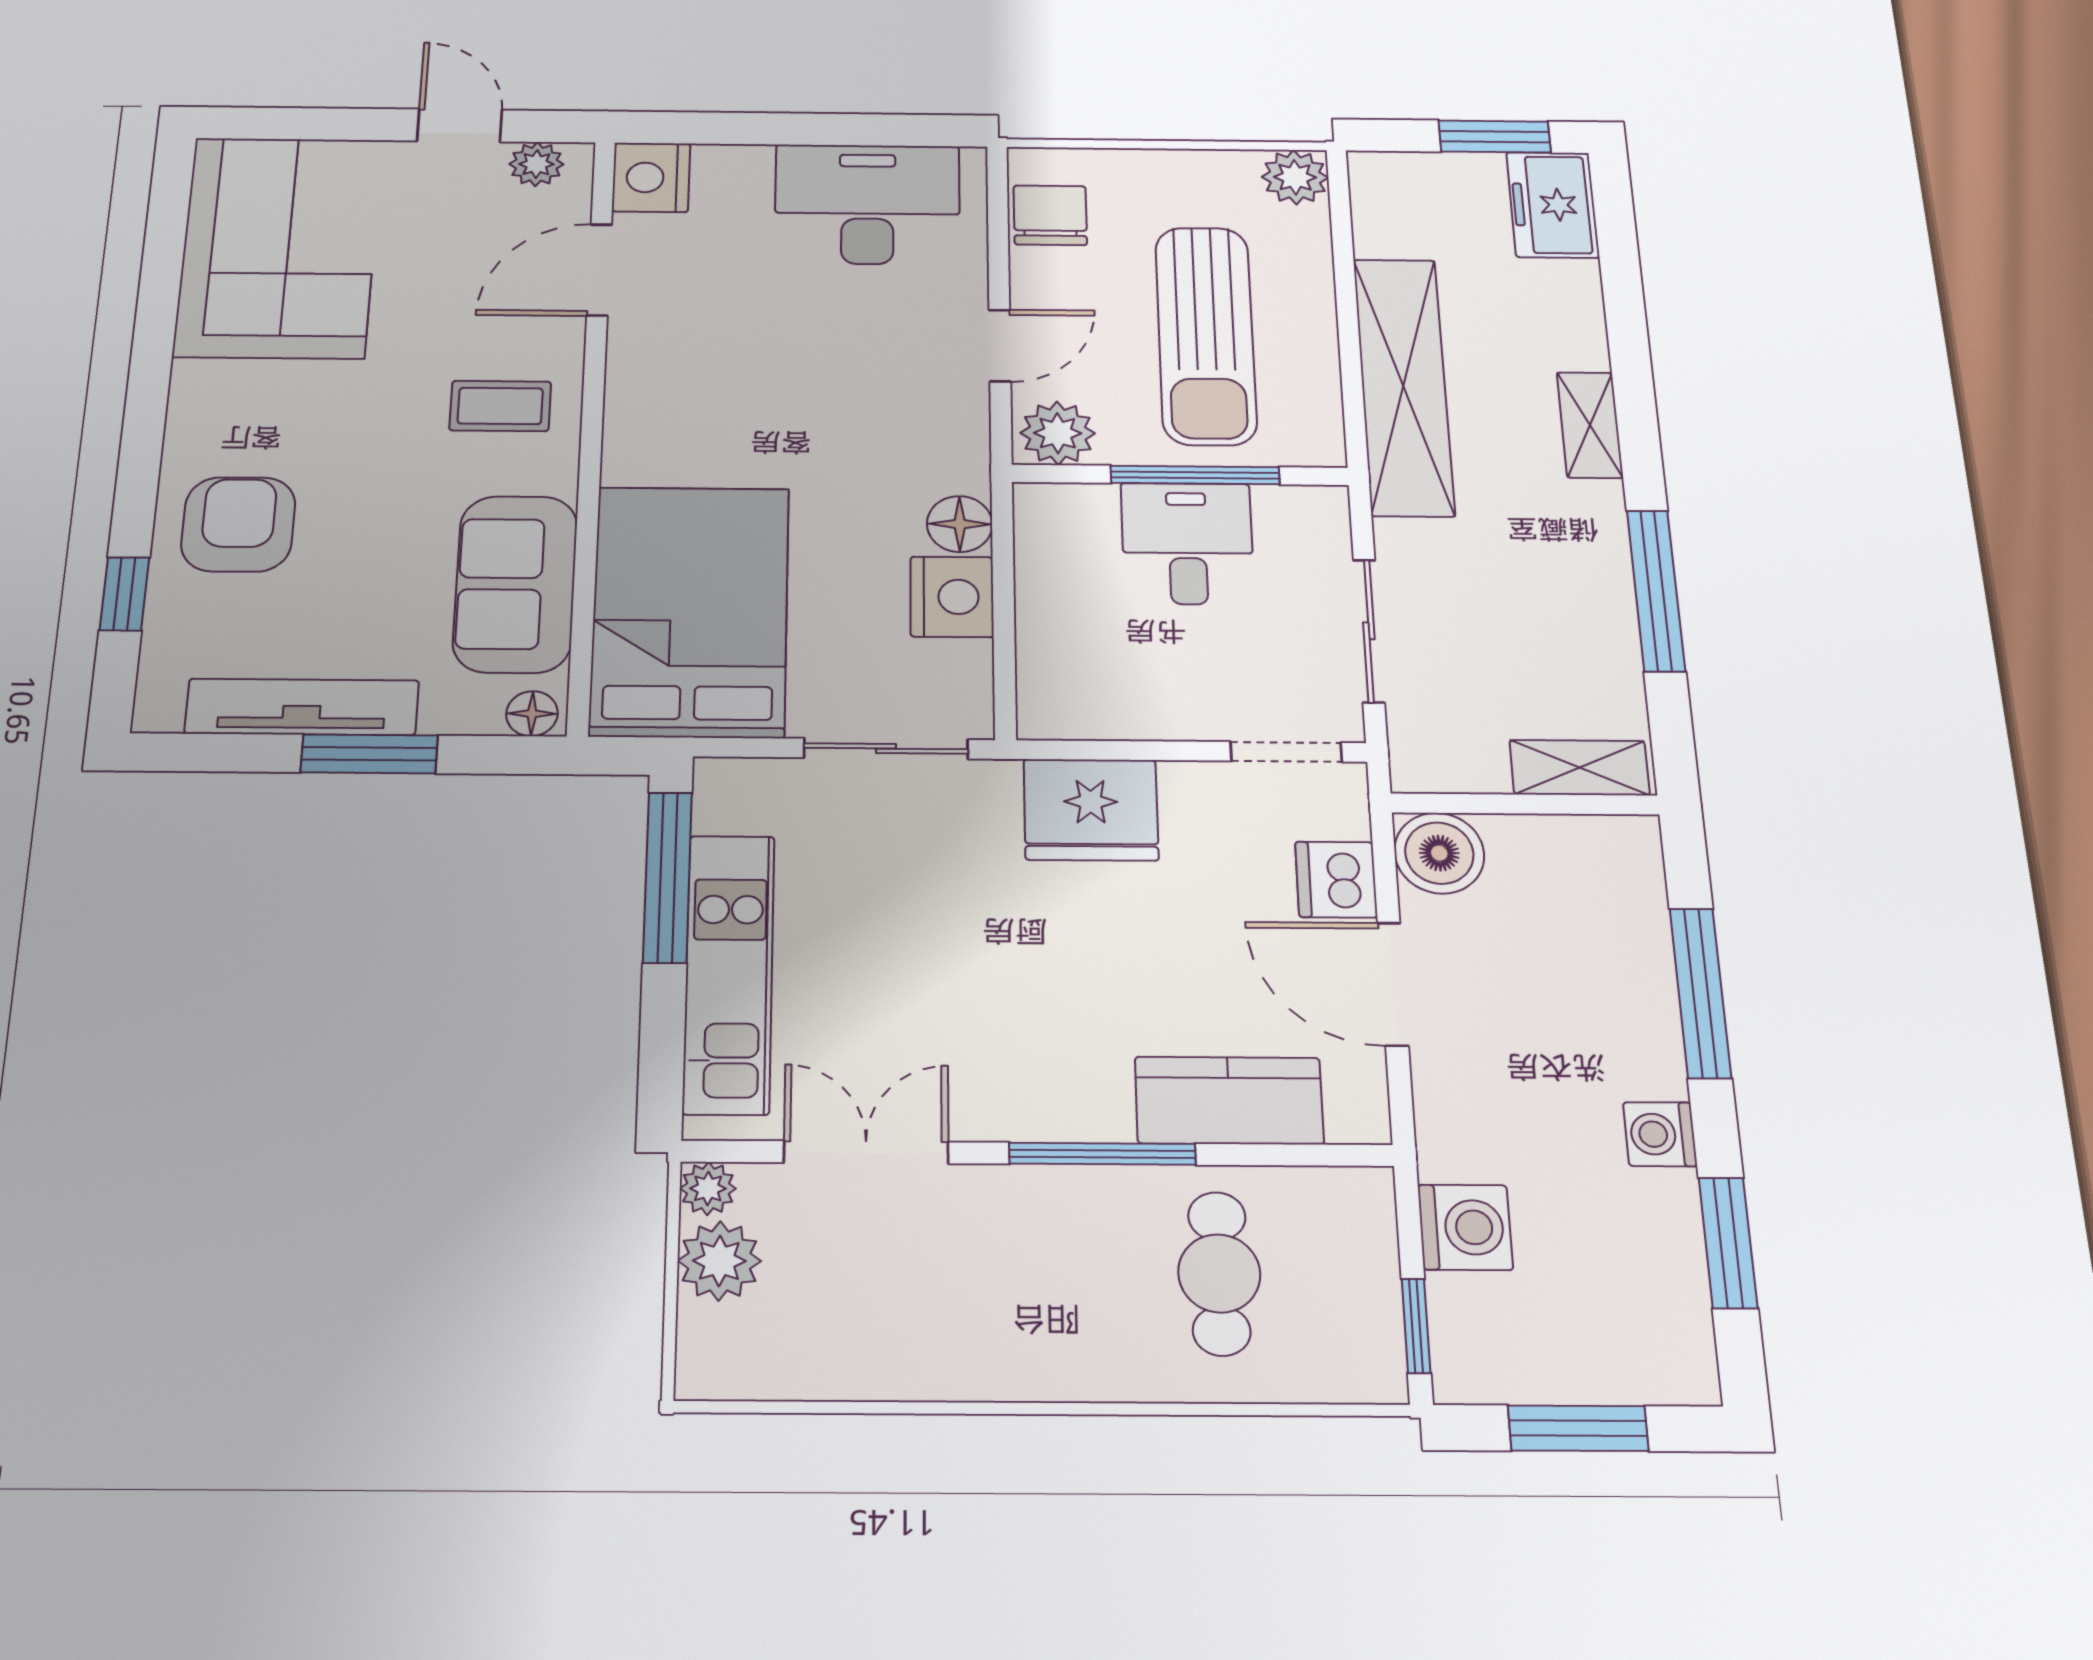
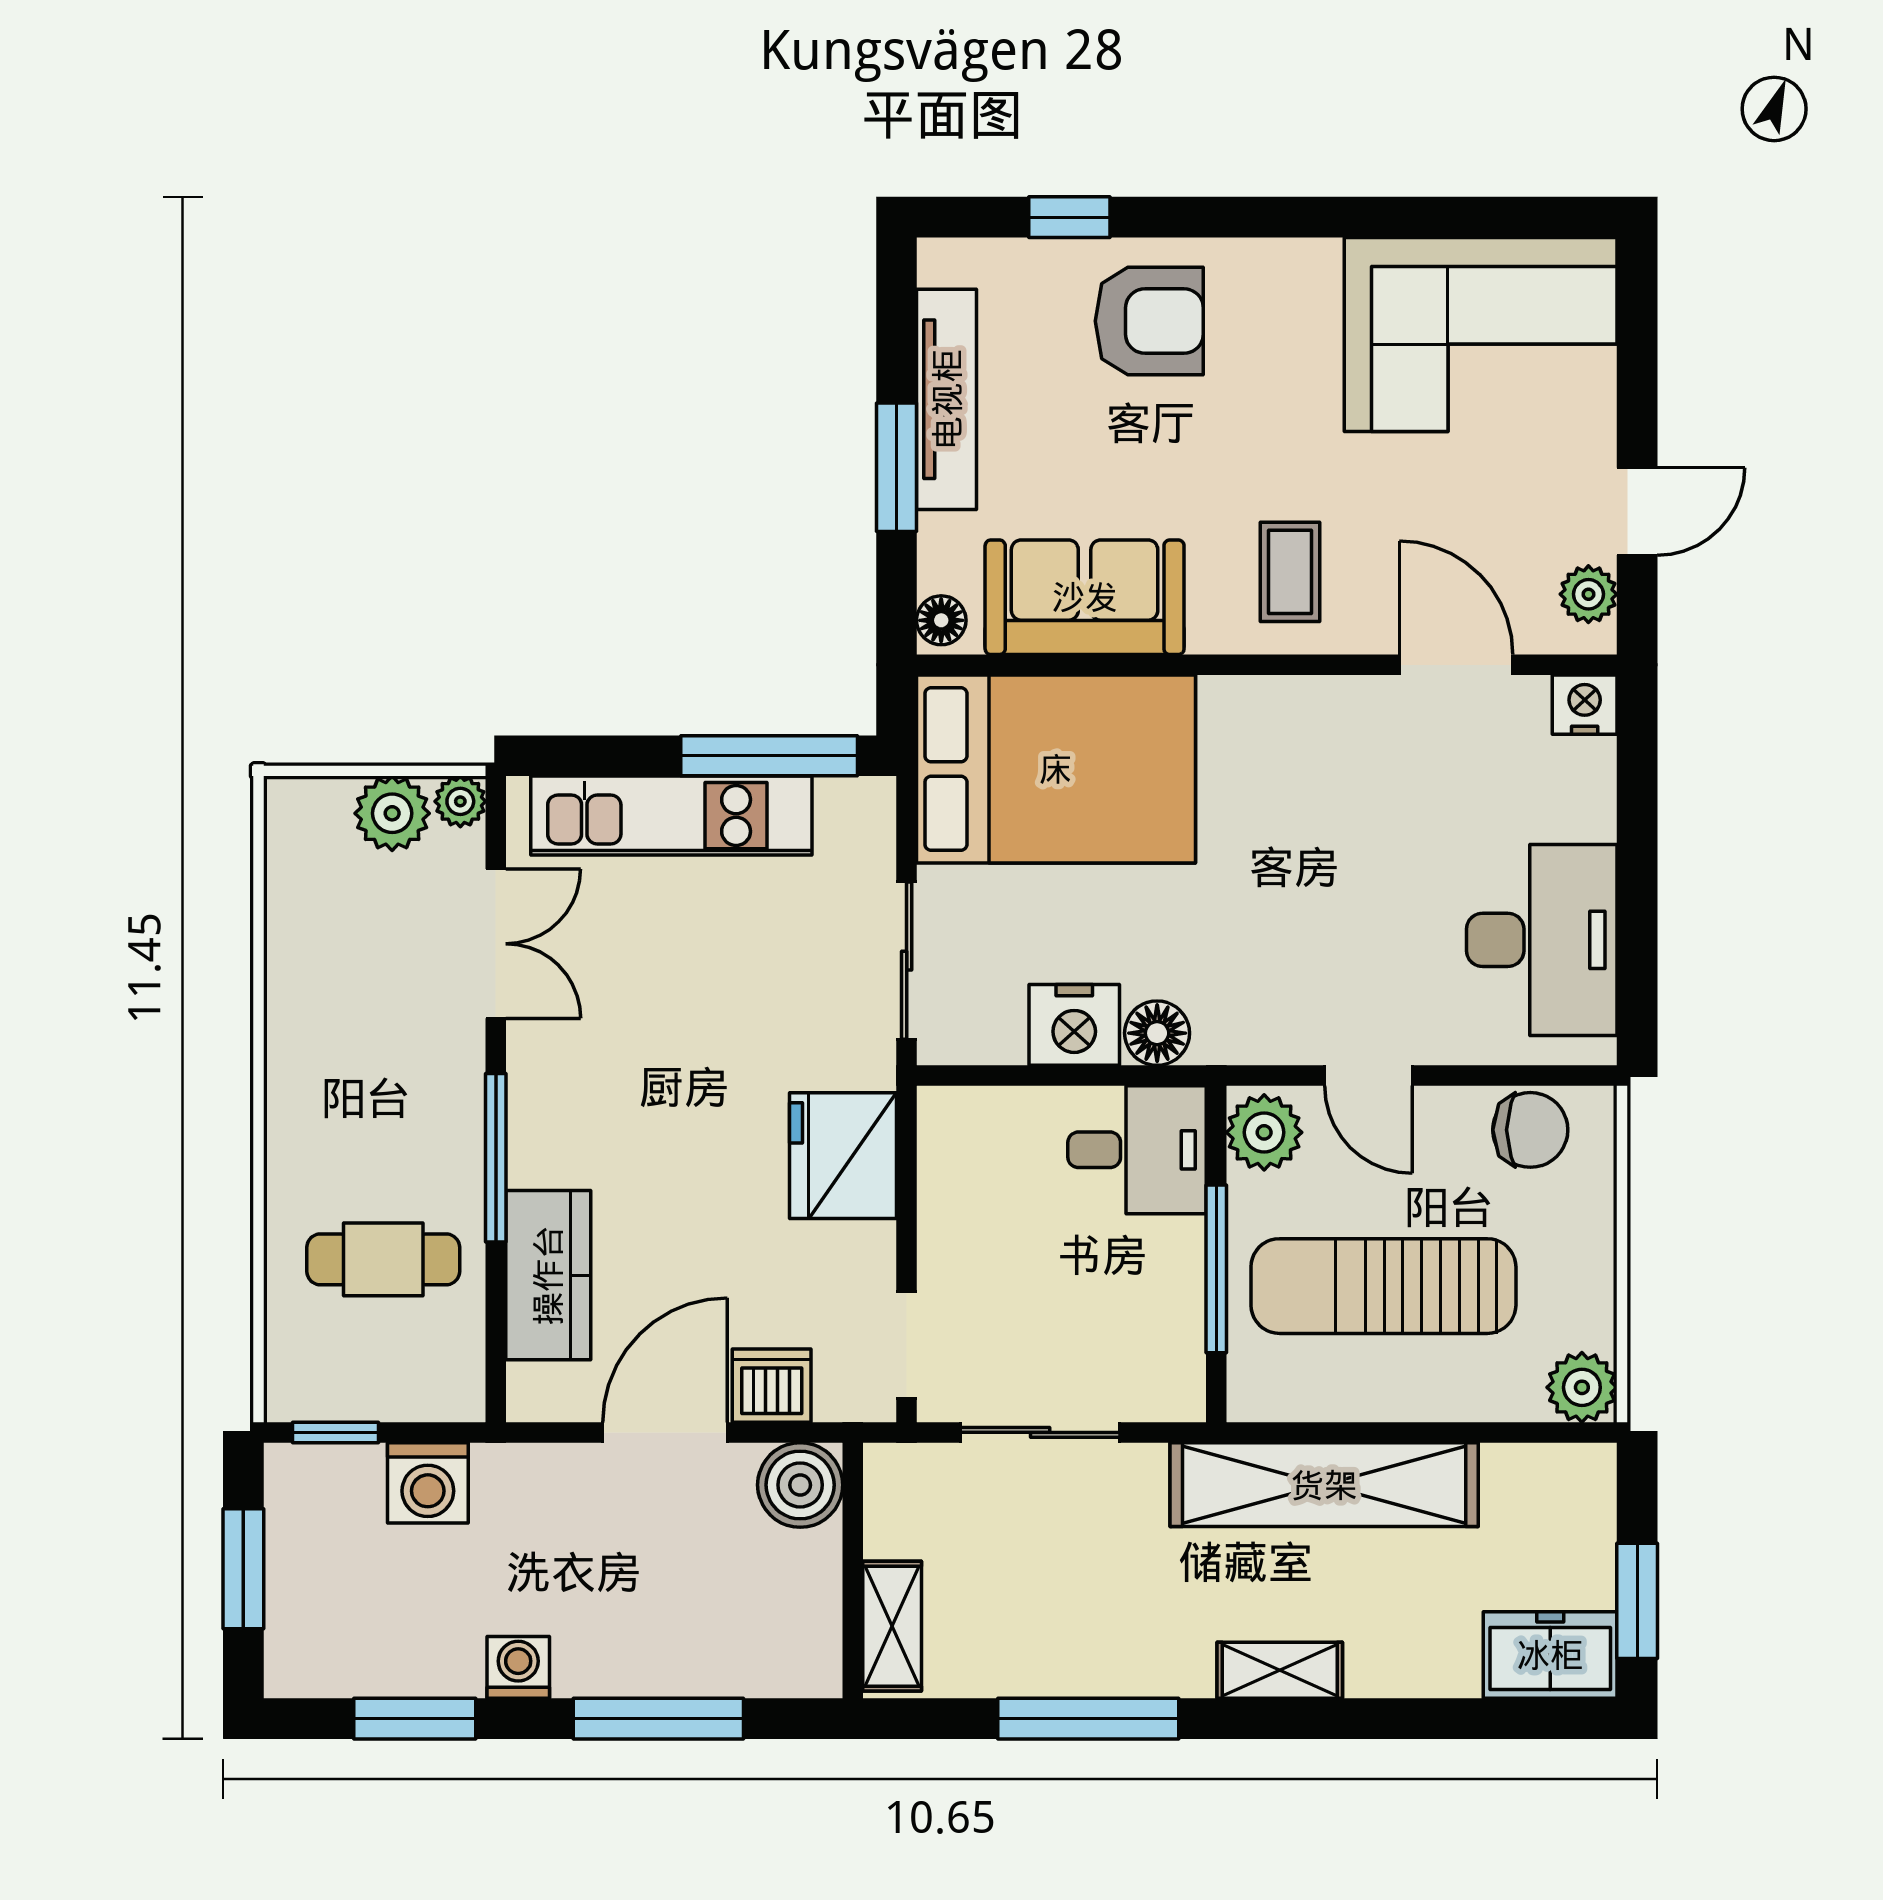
nightstand: (651, 177) -> (1585, 705), width x0.74, depth x0.75
desk: (1187, 543) -> (1137, 1150), moved

